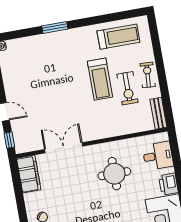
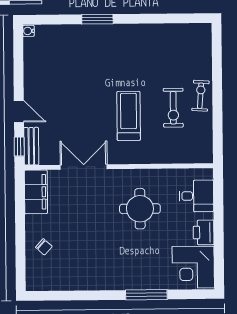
treadmill: (118, 37) -> (173, 43), removed
treadmill: (100, 79) -> (129, 116), moved, turned 180
bench: (158, 113) -> (31, 146), moved

